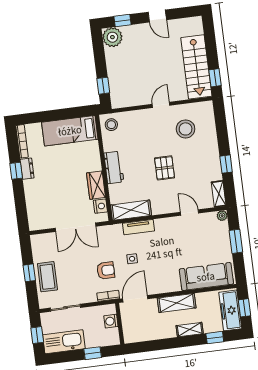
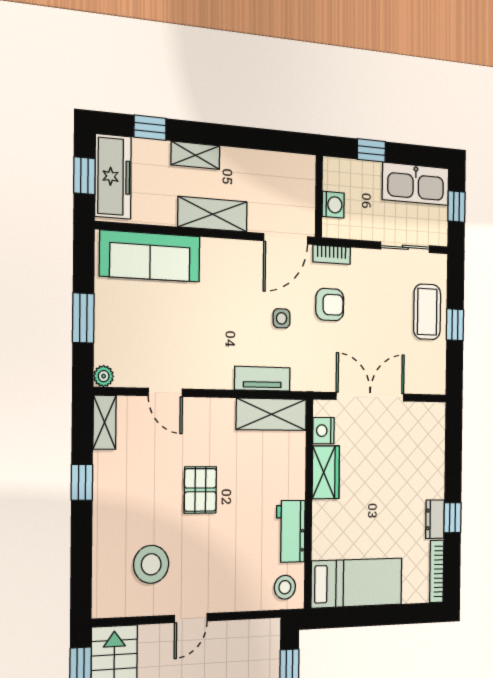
workbench: (114, 167) -> (291, 531), moved
armchair: (106, 270) -> (330, 305), turned 180

